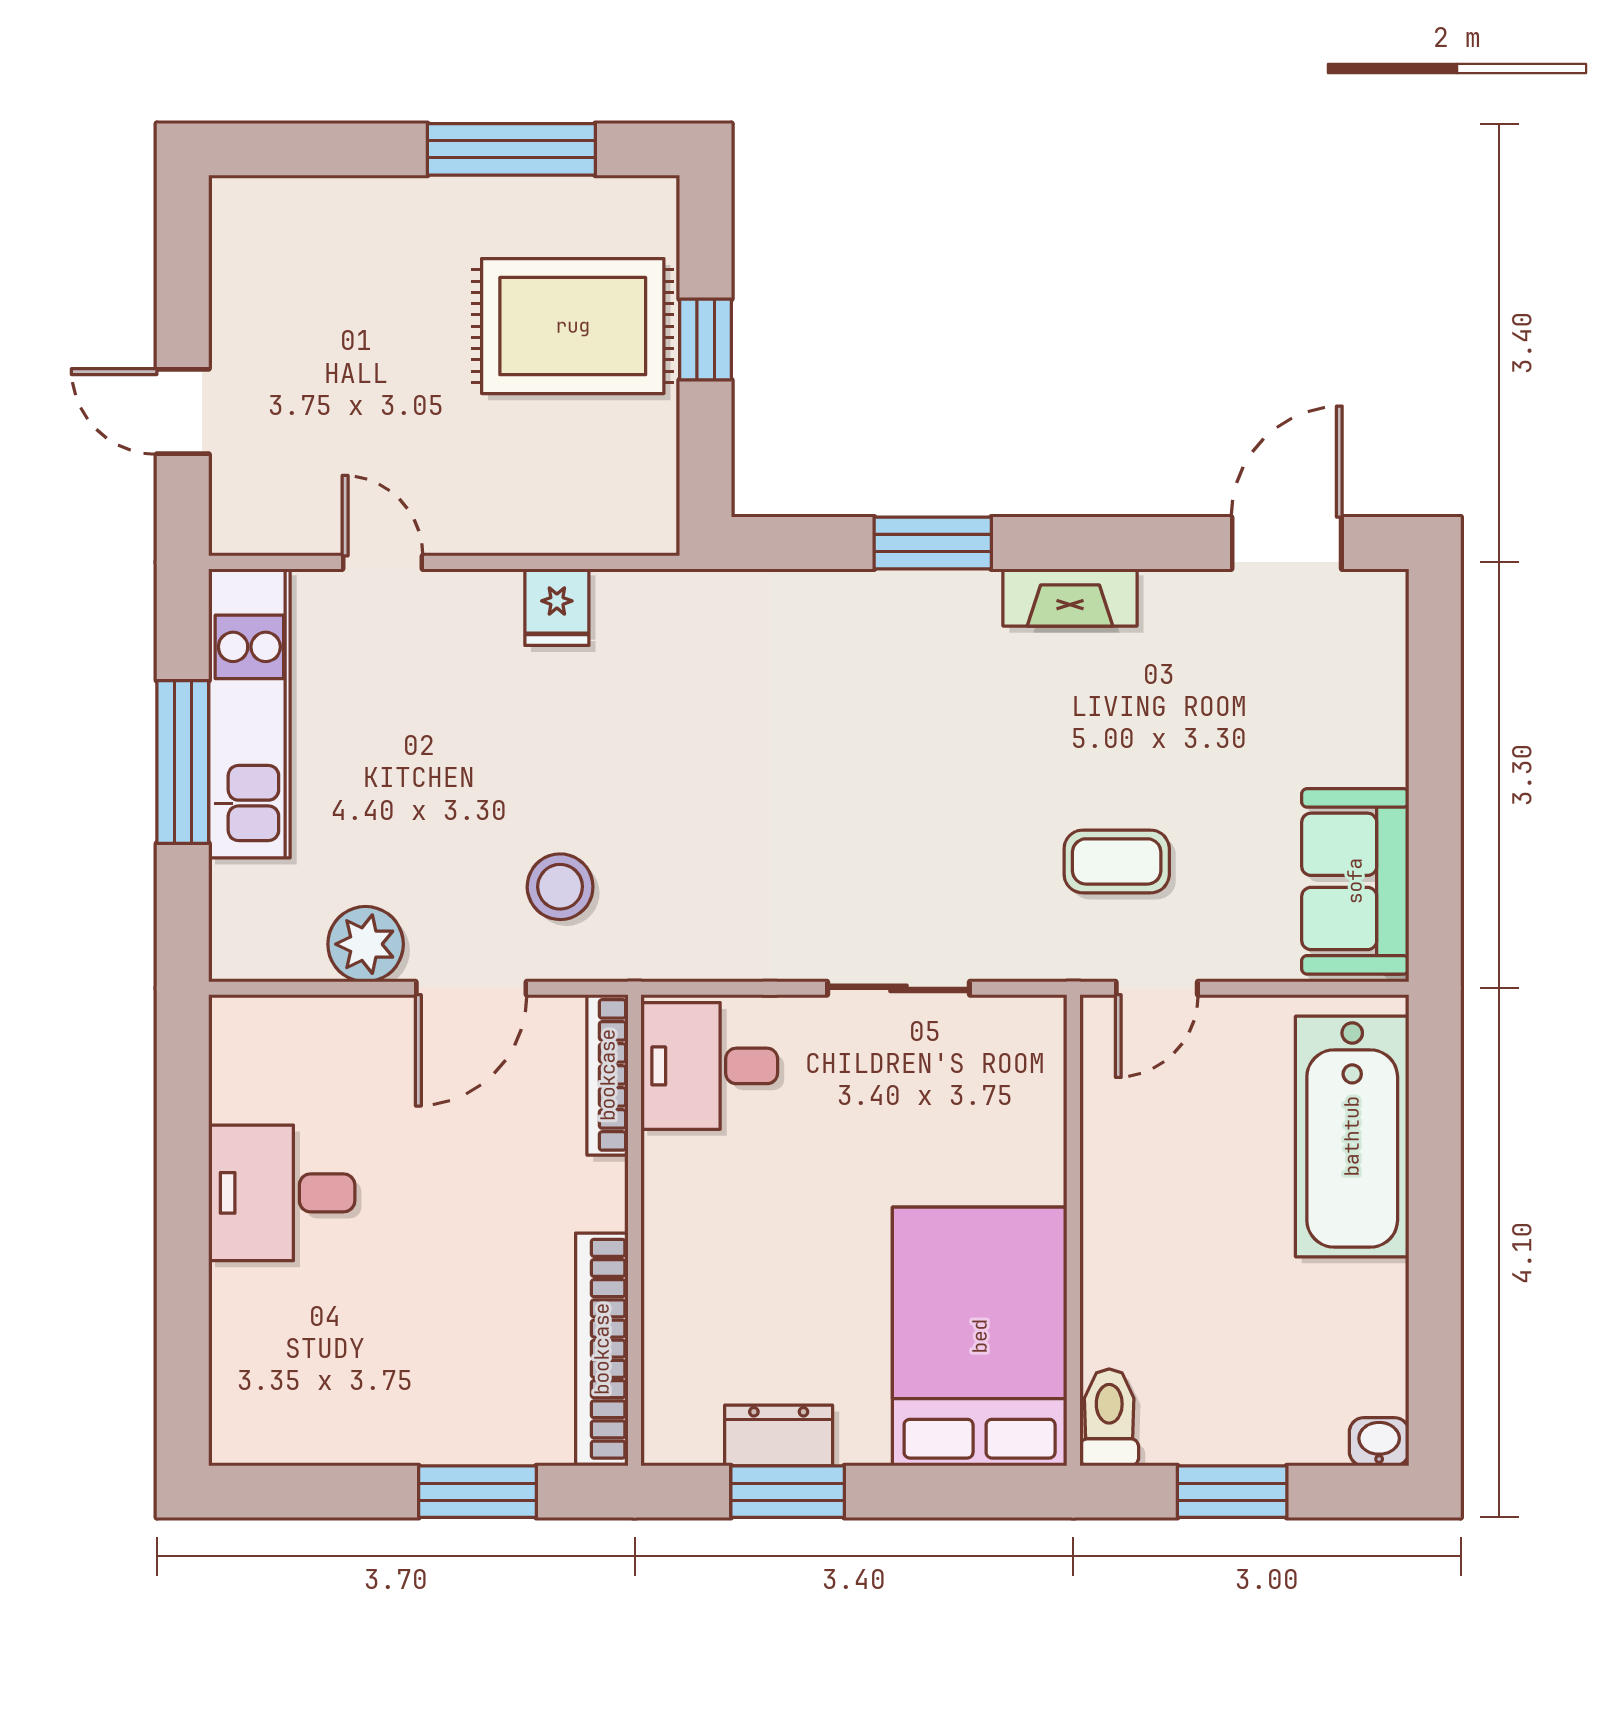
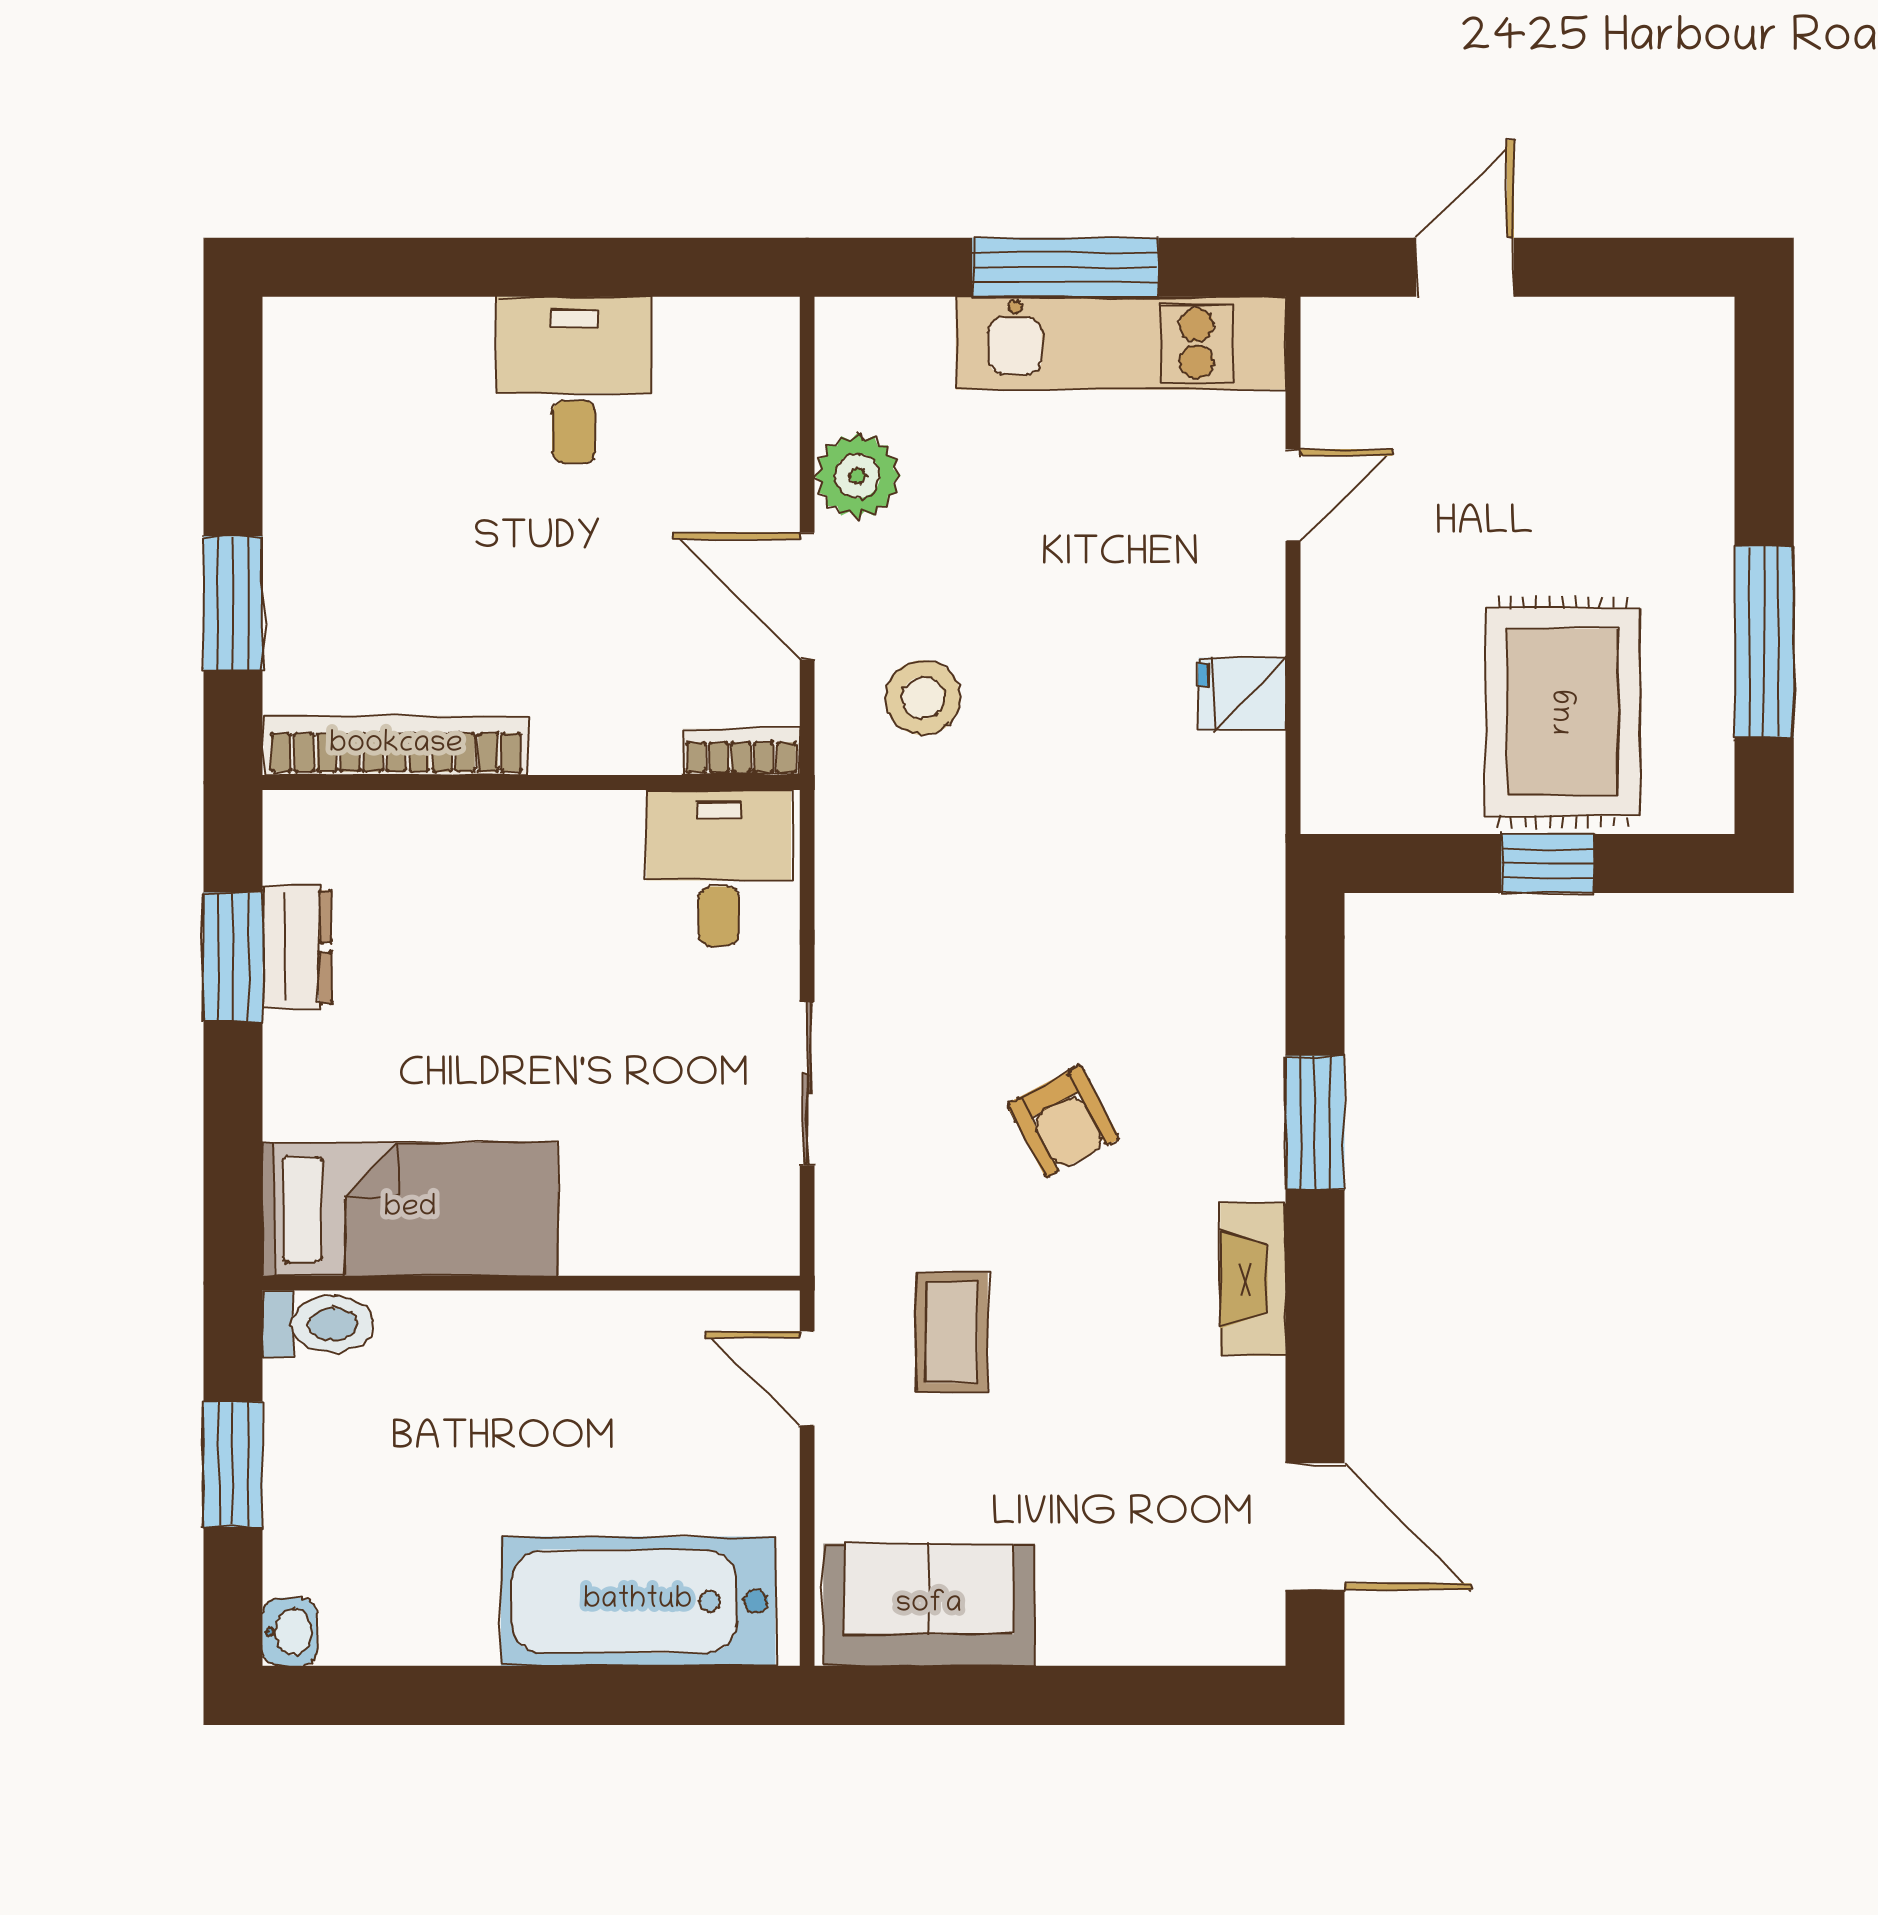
armchair: (931, 764) -> (1063, 1121), added
bookcase: (608, 1075) -> (741, 752), width x0.64
bed: (980, 1336) -> (410, 1209), width x0.67

